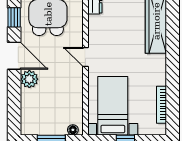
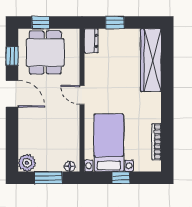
plant: (29, 79) -> (27, 163), moved

